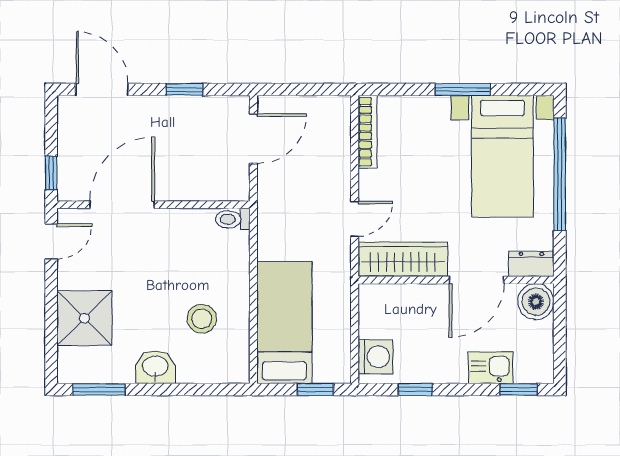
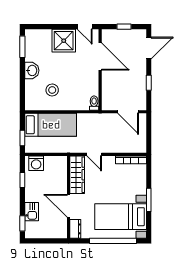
window: (51, 173) -> (124, 27), moved
boiler: (536, 302) -> (59, 231), removed
shower: (84, 318) -> (64, 41), moved

